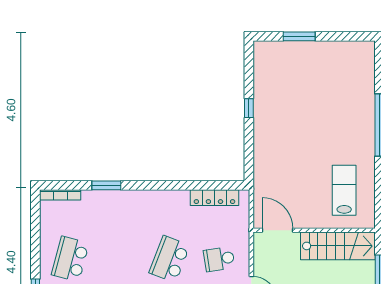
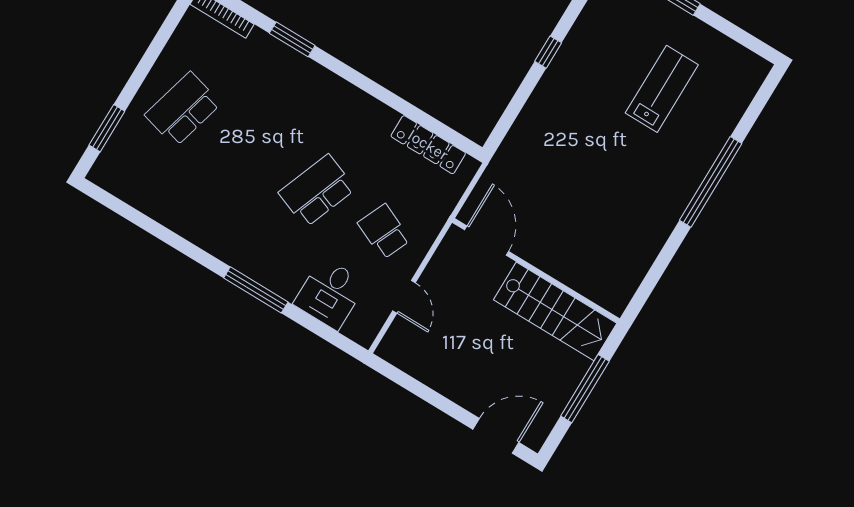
lab bench: (344, 190) -> (662, 89), moved
school desk: (219, 259) -> (384, 232), turned 33

